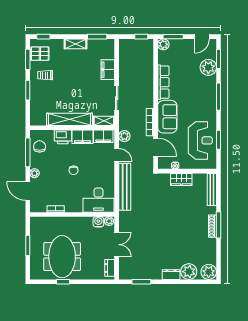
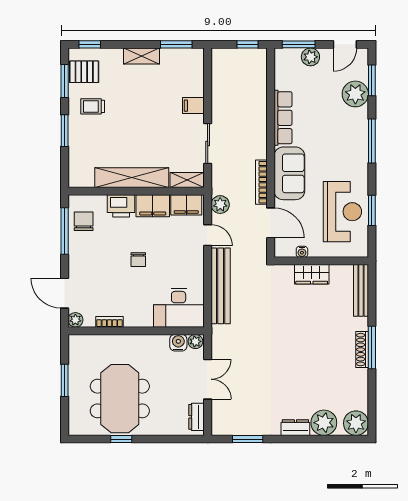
plant: (163, 44) -> (310, 57), moved
filing cabinet: (108, 70) -> (193, 106), width x0.50
plant: (34, 173) -> (75, 320), moved

